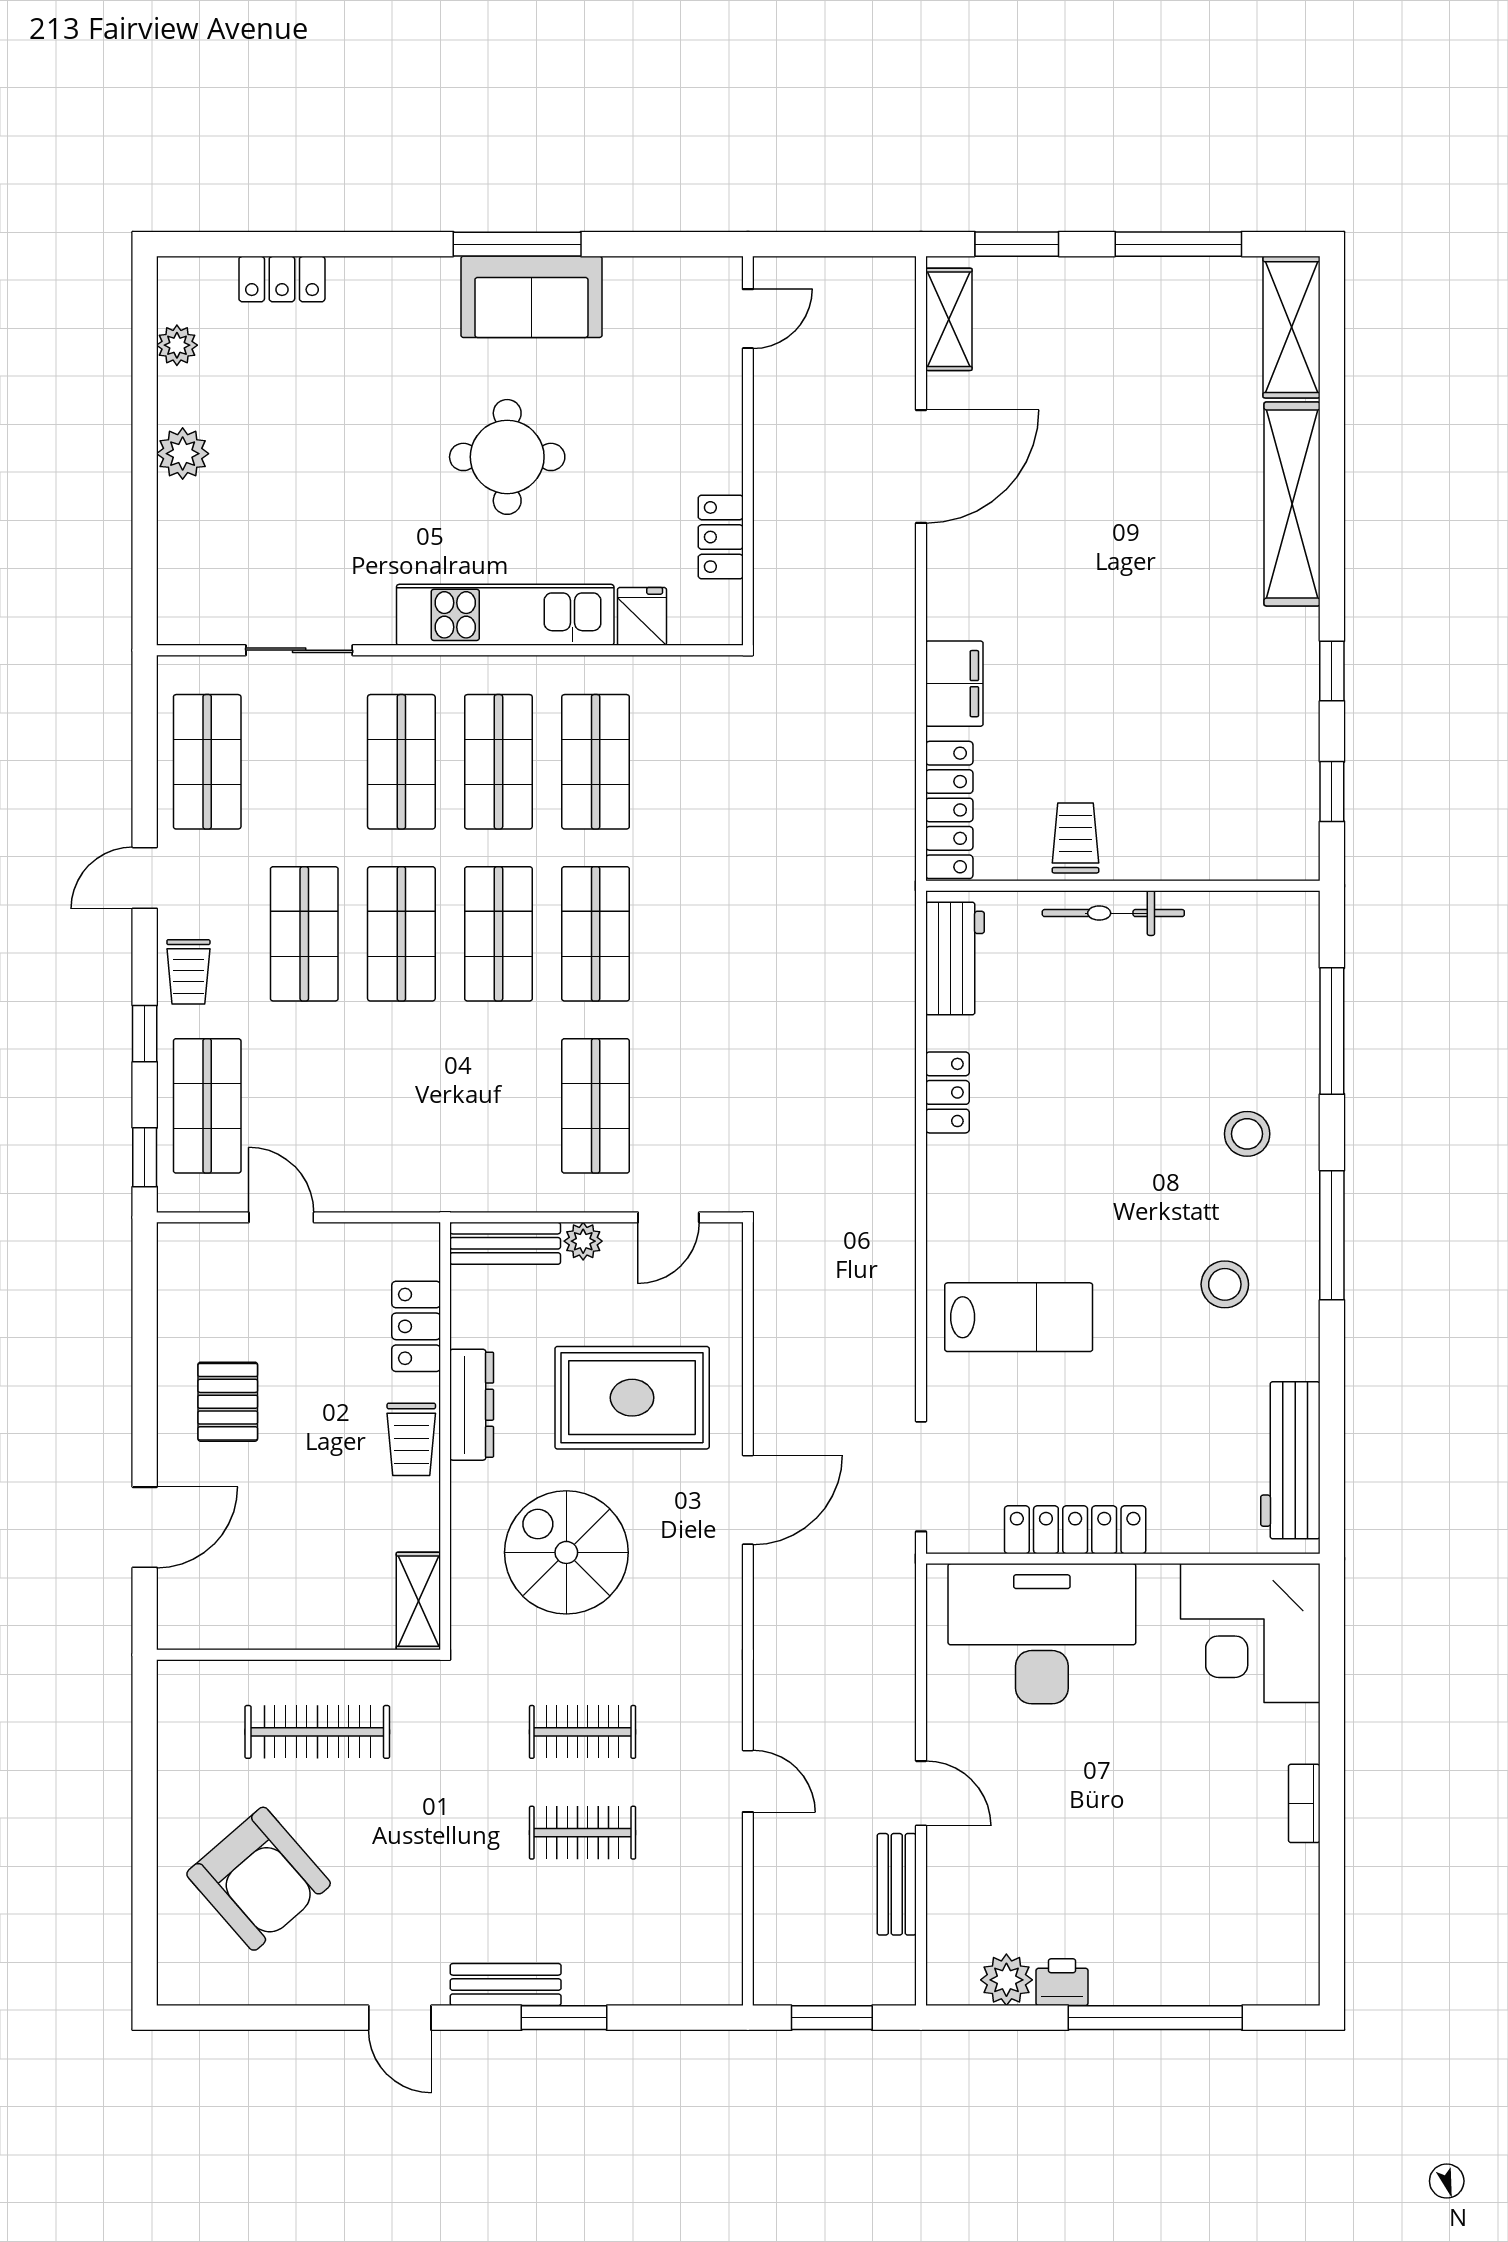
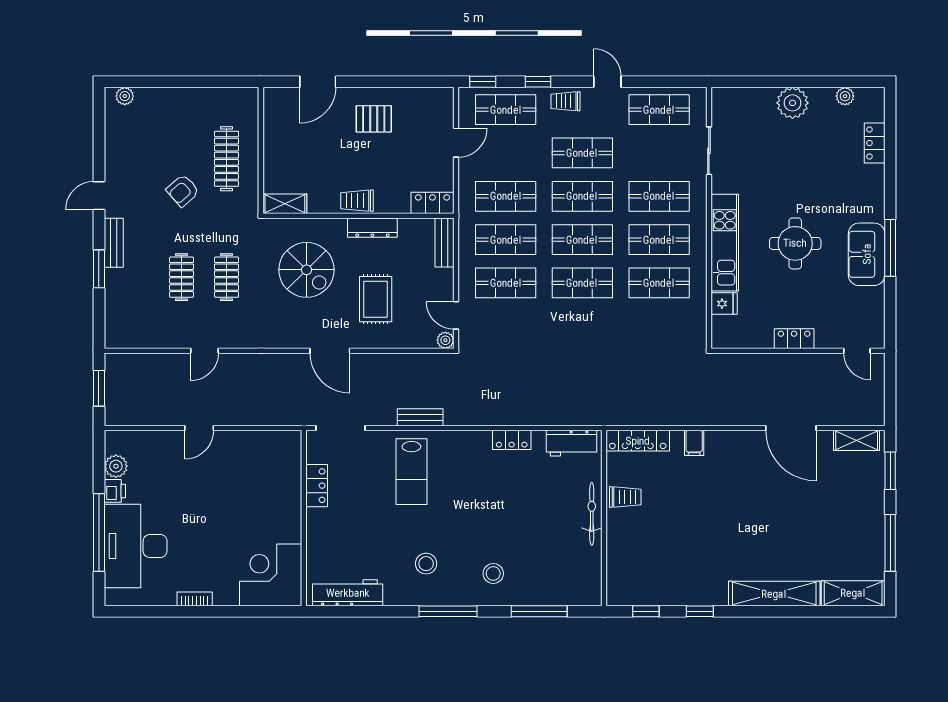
plant: (183, 454) -> (792, 103), width x1.36, depth x1.36
locker: (721, 537) -> (794, 339), moved
filing cabinet: (954, 684) -> (694, 443), width x0.50
shop shelf: (401, 1106) -> (506, 196), added
shop shelf: (498, 1106) -> (506, 240), added
plant: (583, 1241) -> (445, 340), moved
locker: (416, 1326) -> (432, 203), moved
rug: (632, 1398) -> (376, 299), width x0.73, depth x0.70
door: (145, 1527) -> (318, 82), hinge flipped
locker: (1075, 1530) -> (317, 486), width x0.66
spiral stairs: (566, 1552) -> (307, 270), turned 90
desk: (1042, 1634) -> (136, 546), moved, turned 180
armchair: (259, 1879) -> (183, 191), moved, width x0.53, depth x0.53
bench: (897, 1884) -> (420, 417), moved
plant: (177, 1960) -> (125, 96), added

